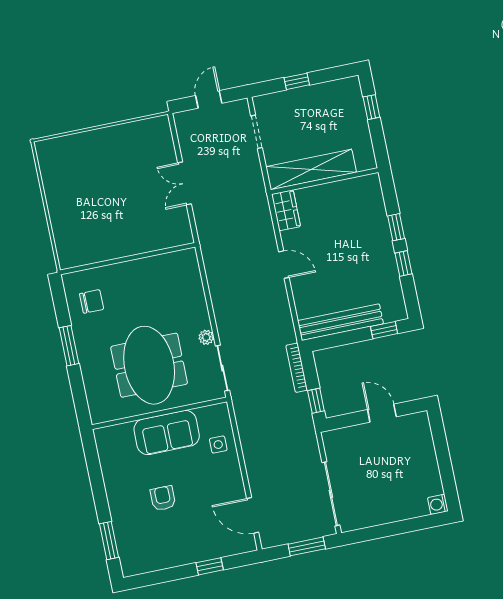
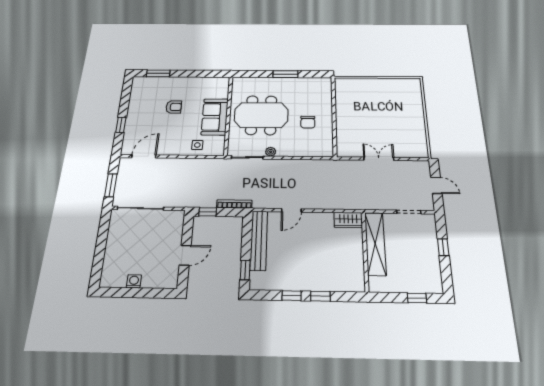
door: (284, 265) -> (291, 210), moved
chair: (92, 301) -> (308, 122), moved
washing machine: (438, 504) -> (134, 281), moved

